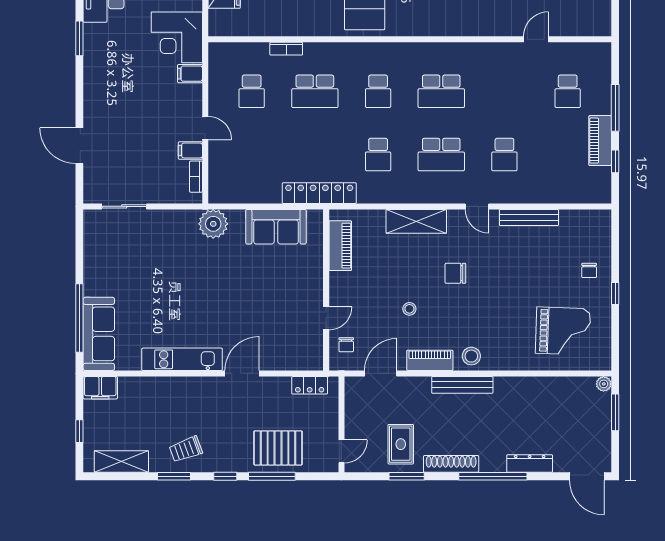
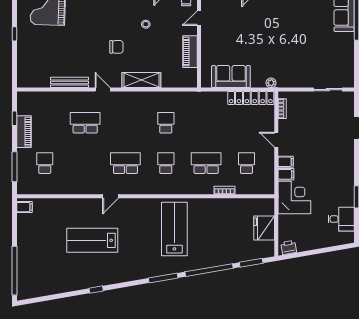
filing cabinet: (599, 22) -> (24, 207), added
door: (536, 39) -> (110, 196), moved
window: (615, 108) -> (14, 167), moved
filing cabinet: (190, 151) -> (286, 162), moved
school desk: (441, 155) -> (125, 123), removed
school desk: (504, 155) -> (85, 123), width x1.85
locker: (319, 193) -> (251, 98), moved
plant: (213, 224) -> (271, 83), width x0.53, depth x0.53
piano: (340, 246) -> (190, 52), moved
chair: (589, 270) -> (31, 49), removed

